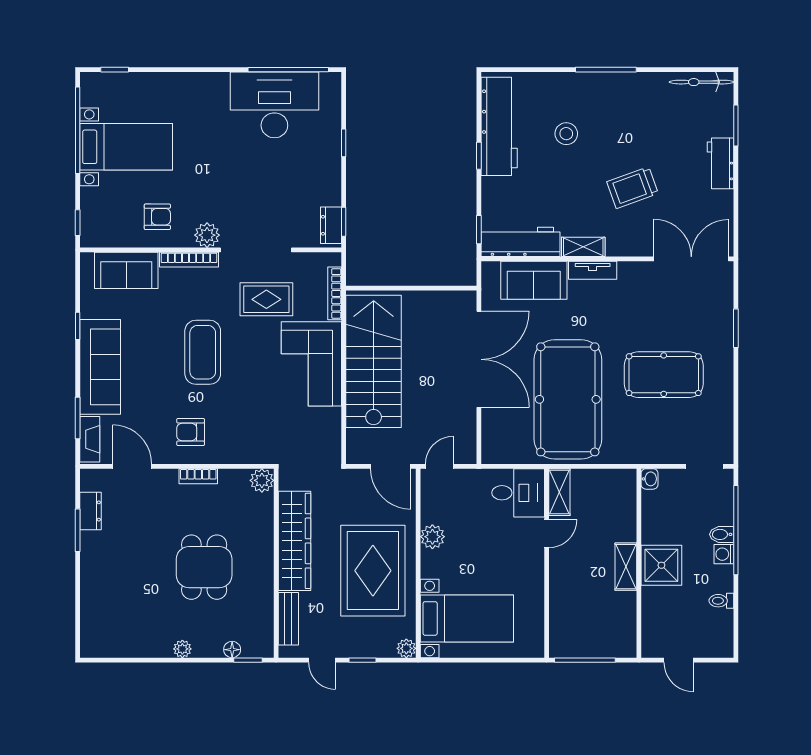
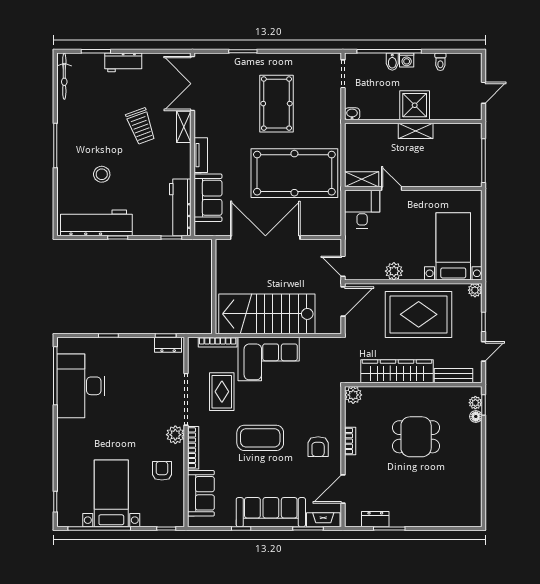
shelving: (583, 247) -> (184, 127), moved
plant: (182, 649) -> (475, 403), moved

